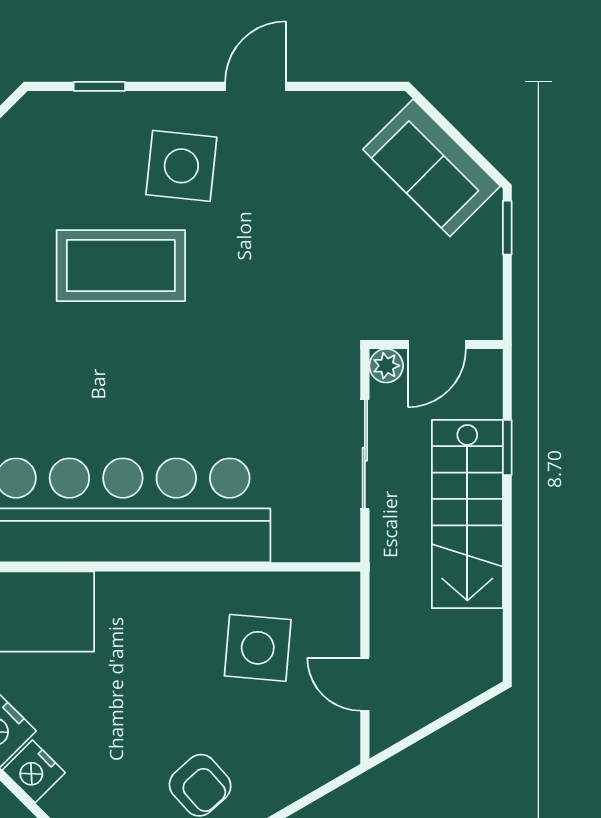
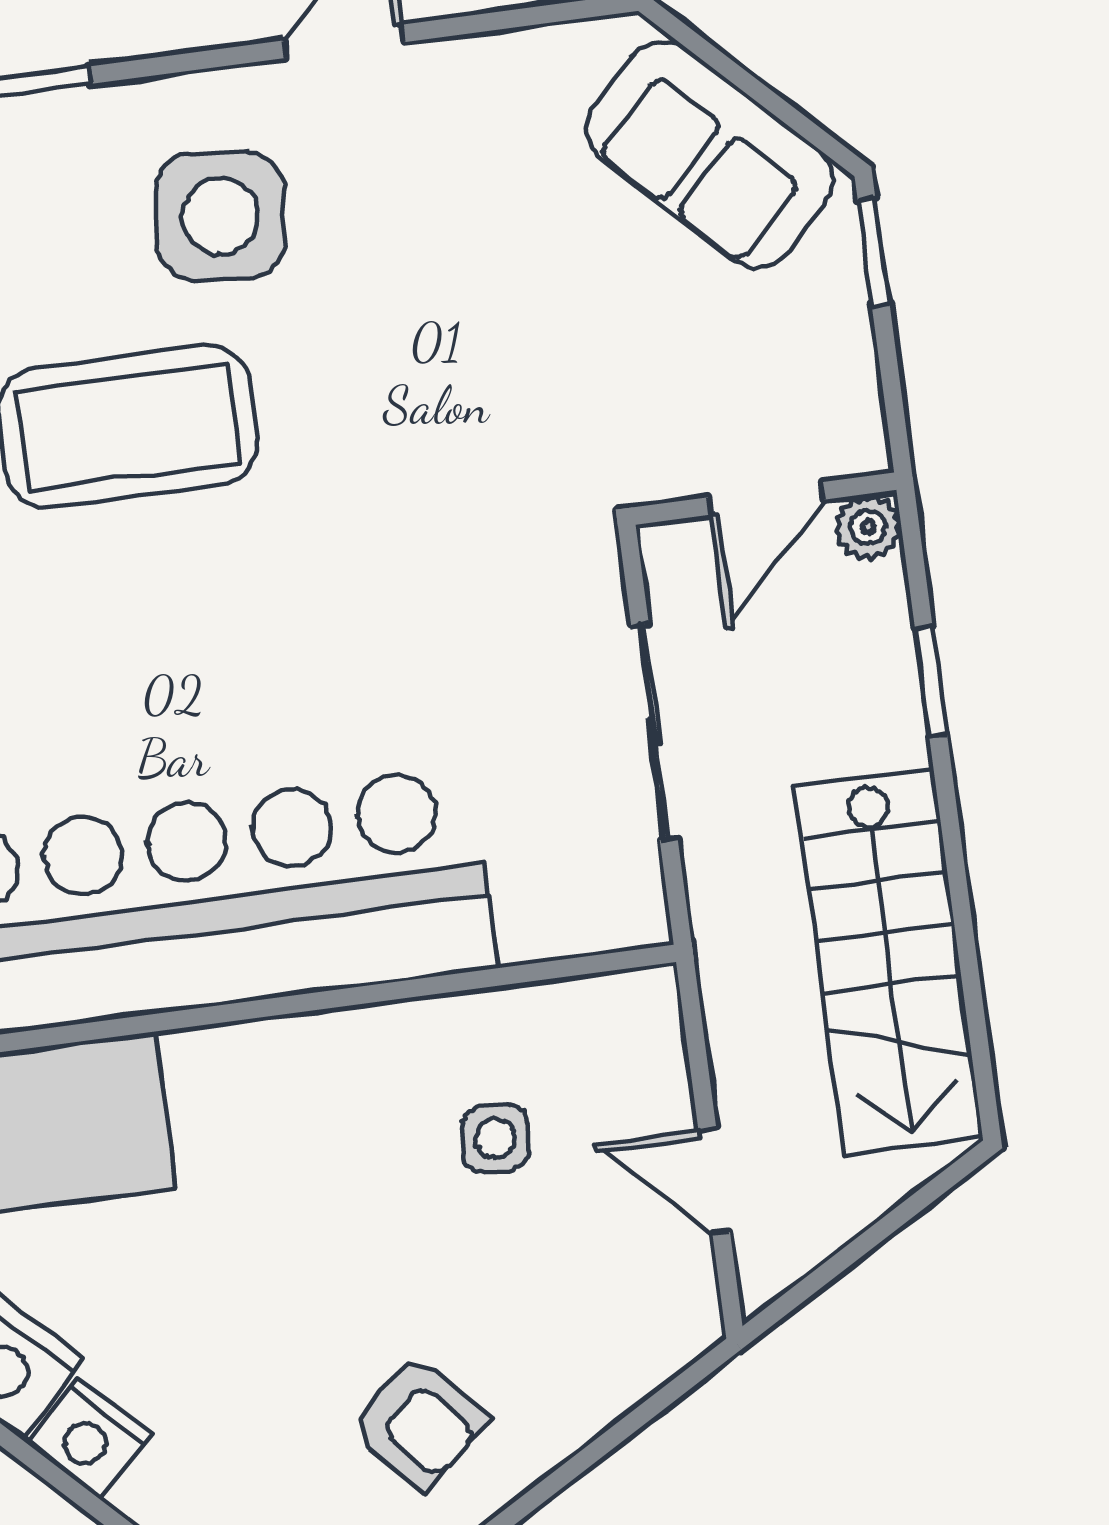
plant: (386, 366) -> (868, 527), moved
stairs: (467, 514) -> (889, 962), moved
side table: (258, 648) -> (495, 1138), width x0.54, depth x0.54

